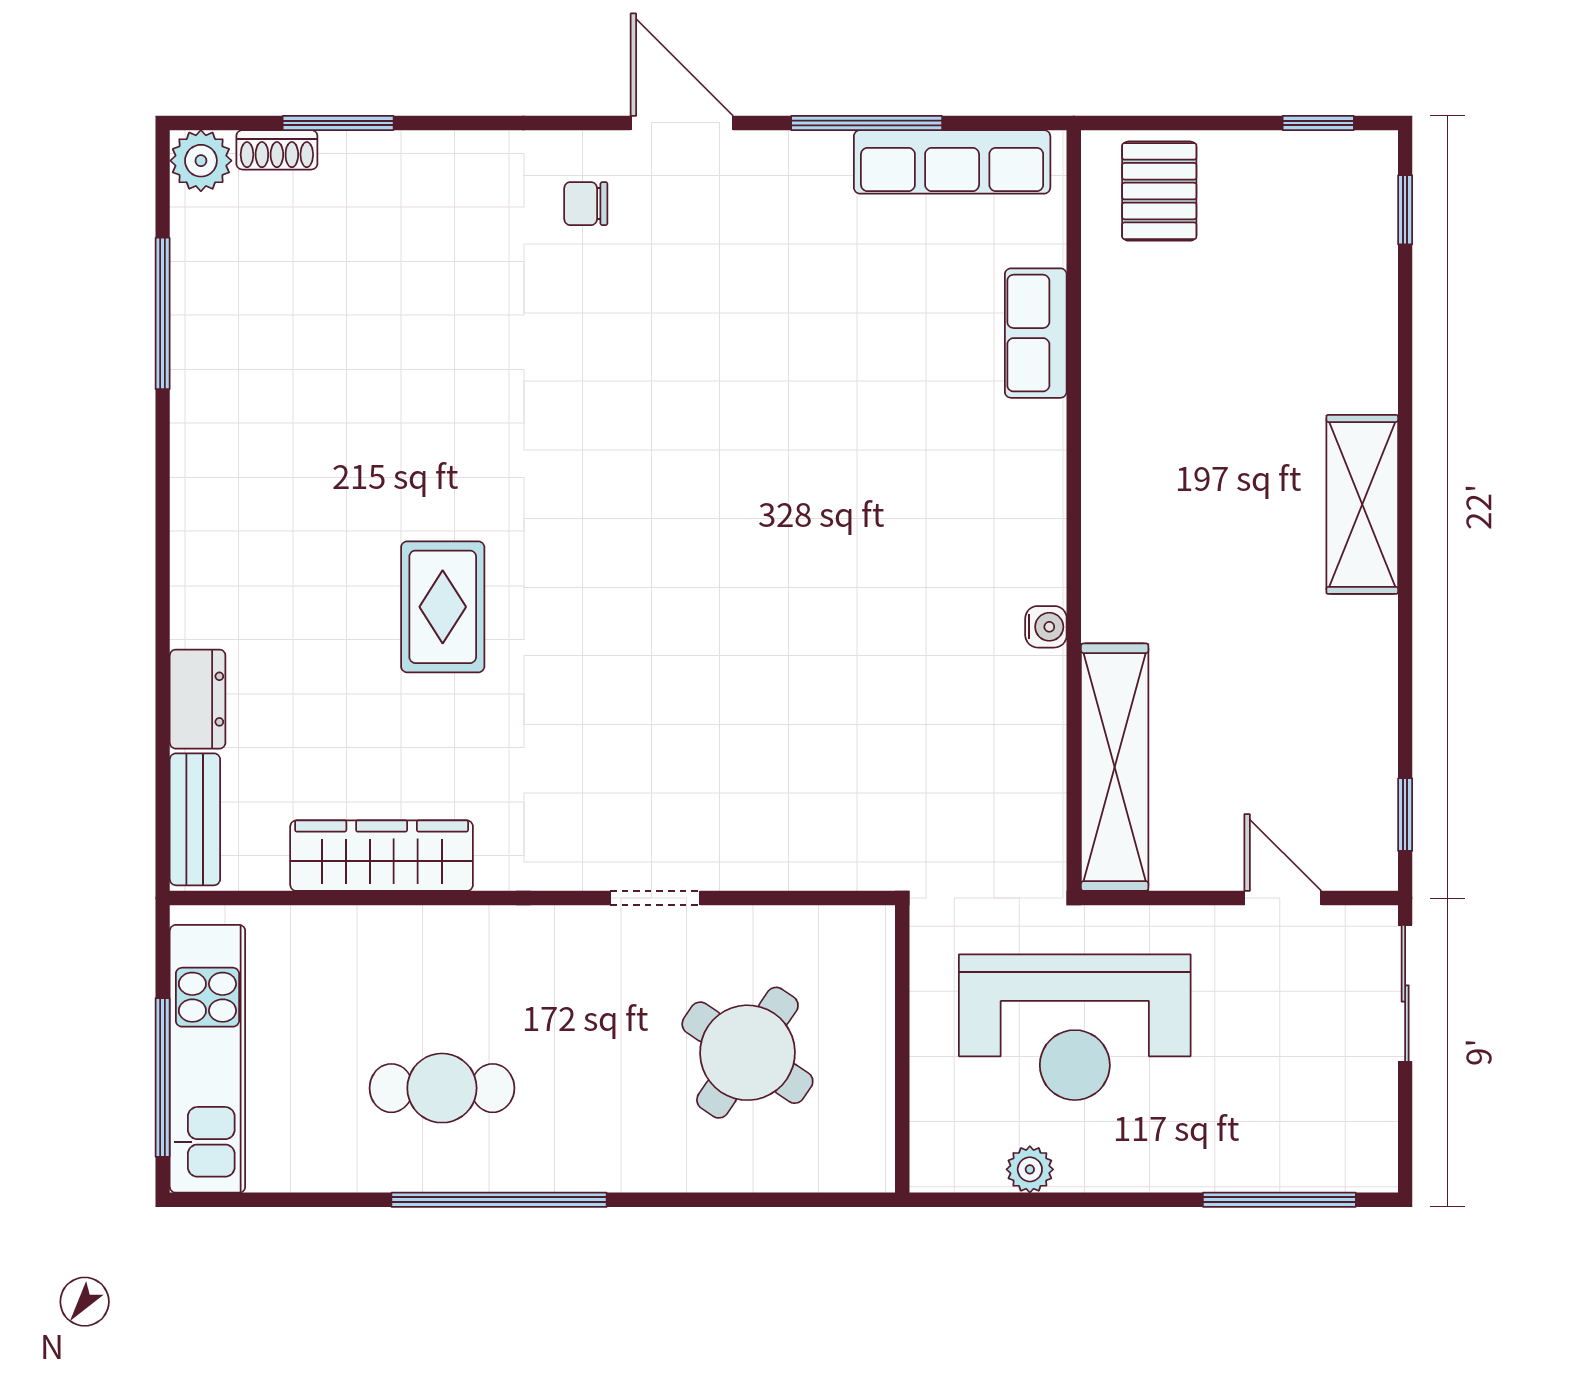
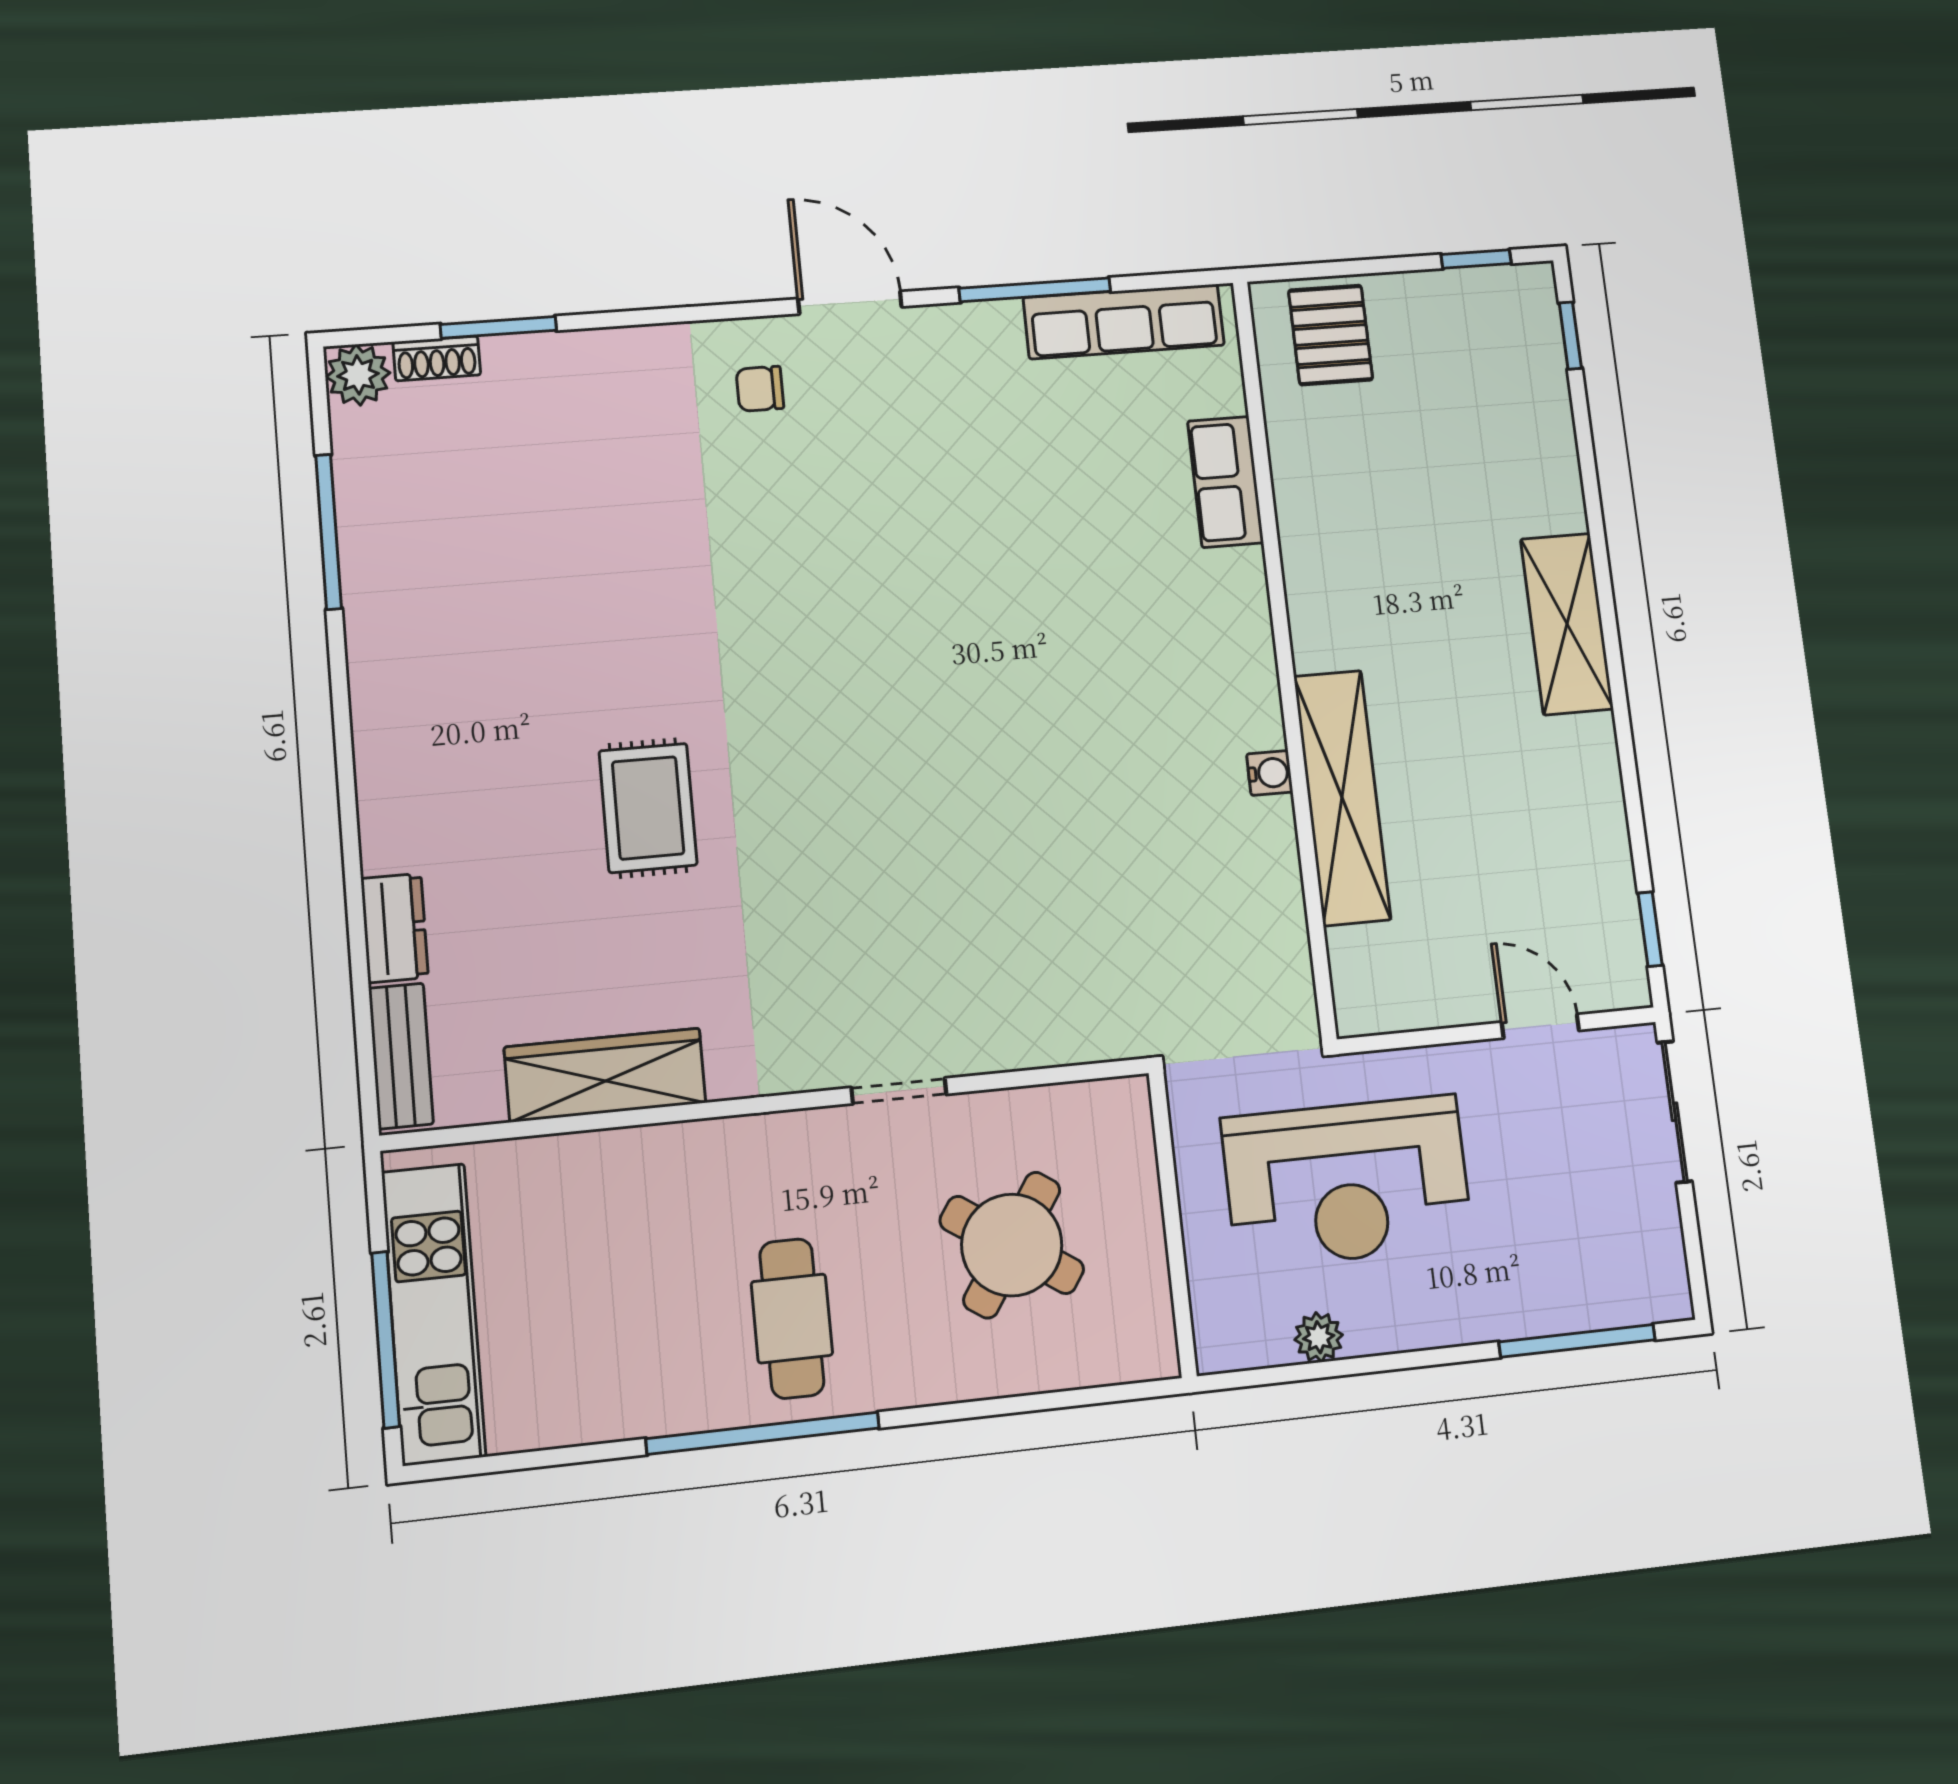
shelving: (1115, 767) -> (1342, 797), moved
cafe table: (442, 1088) -> (792, 1318), moved, turned 90

